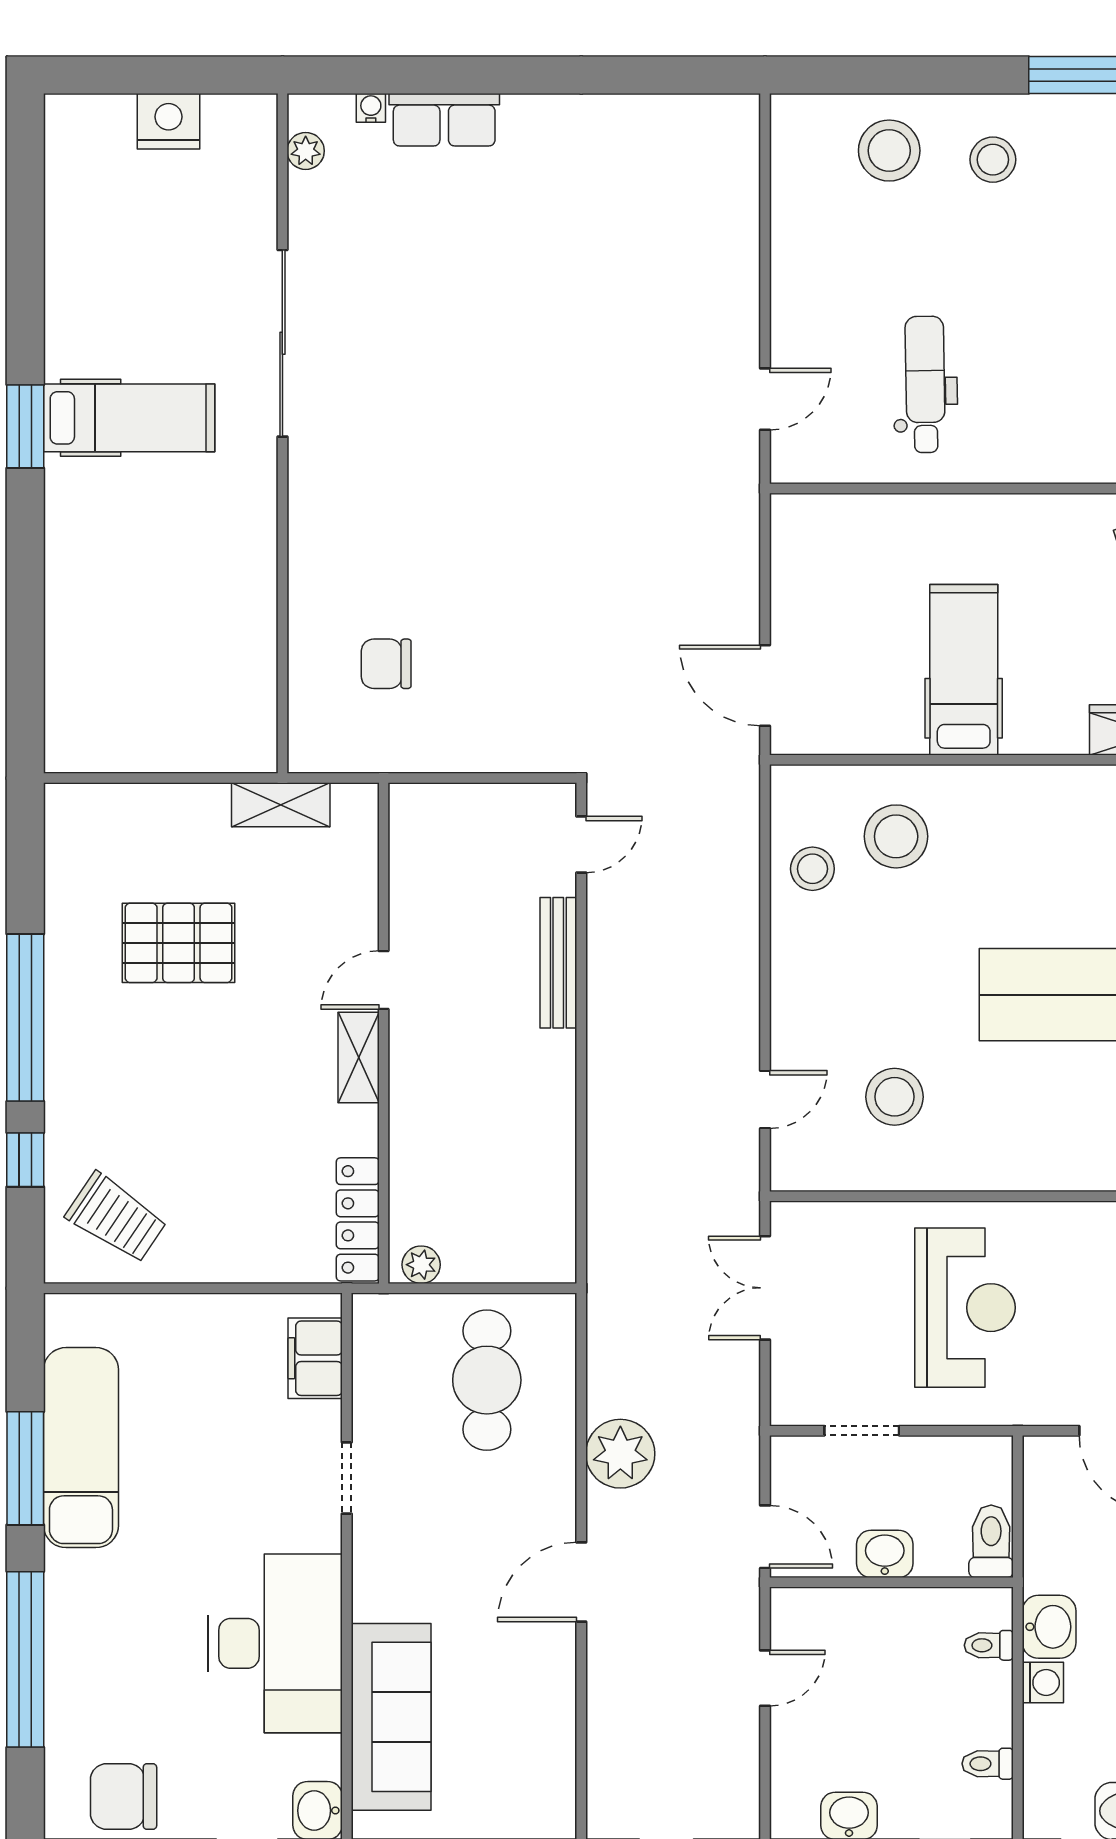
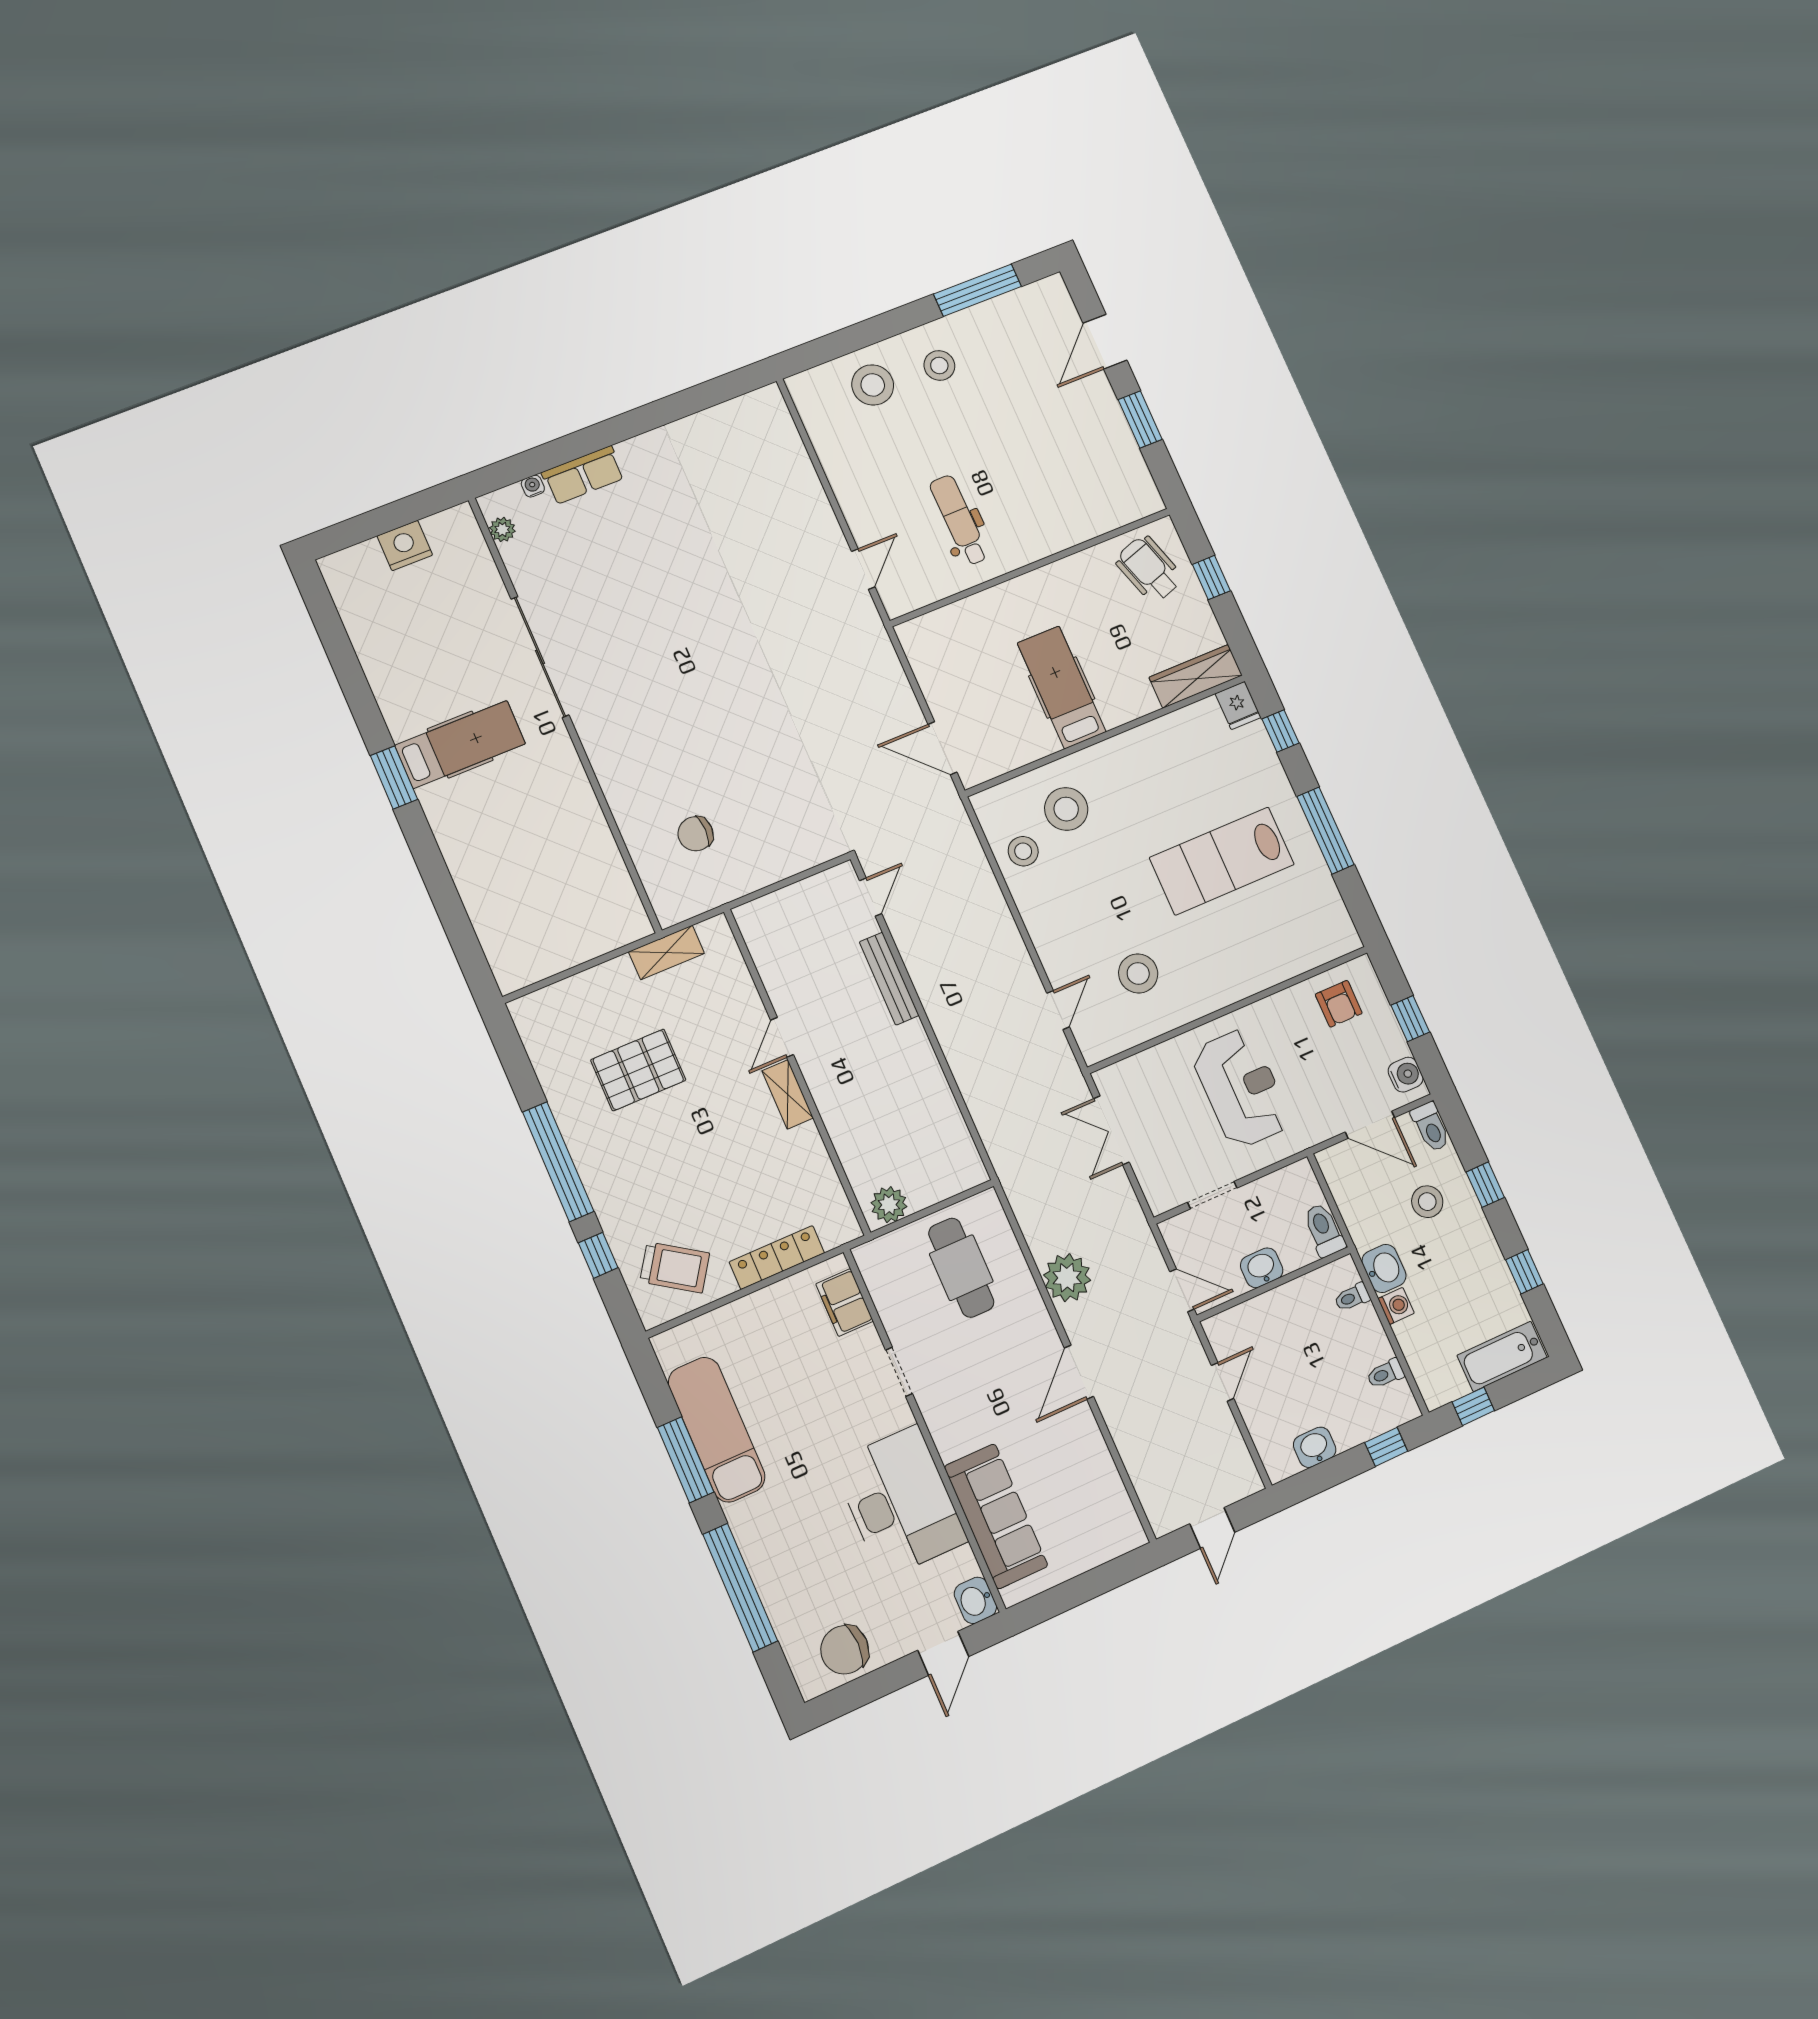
locker: (358, 1219) -> (777, 1257), moved, turned 90
plant: (421, 1265) -> (889, 1205), width x1.38, depth x1.38

